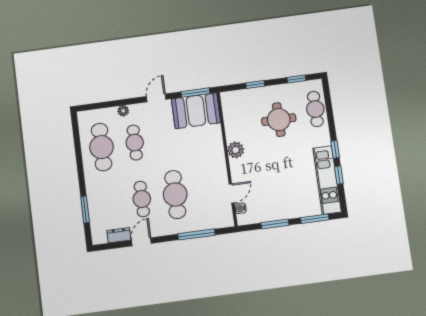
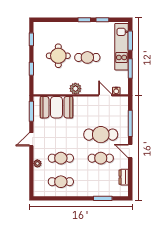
door: (156, 98) -> (31, 139), hinge flipped
cafe table: (315, 109) -> (87, 57), moved
booth: (196, 111) -> (56, 107), moved, turned 90
cafe table: (102, 147) -> (61, 182), width x0.73, depth x0.74
kitchen unit: (327, 180) -> (122, 47), moved, turned 90
door: (141, 242) -> (130, 151), moved

